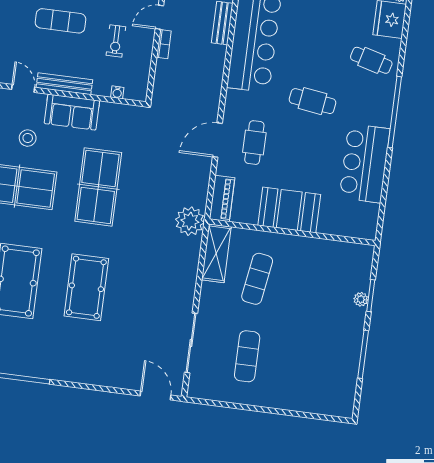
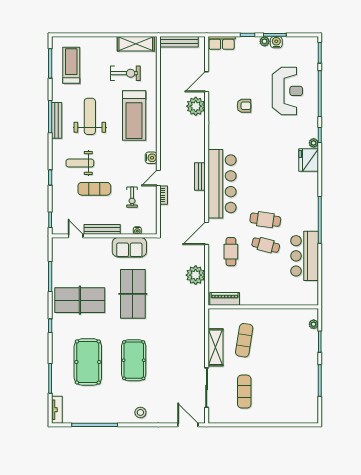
cafe table: (371, 60) -> (266, 245), moved
sofa: (72, 112) -> (129, 247), moved
stool: (28, 138) -> (140, 412), moved
door: (217, 140) -> (207, 233), moved
piano: (222, 198) -> (225, 299), moved, turned -90
booth: (289, 210) -> (259, 293), removed
plant: (190, 221) -> (196, 275), moved
shelving: (216, 253) -> (215, 347), moved
plant: (361, 299) -> (314, 324), moved

